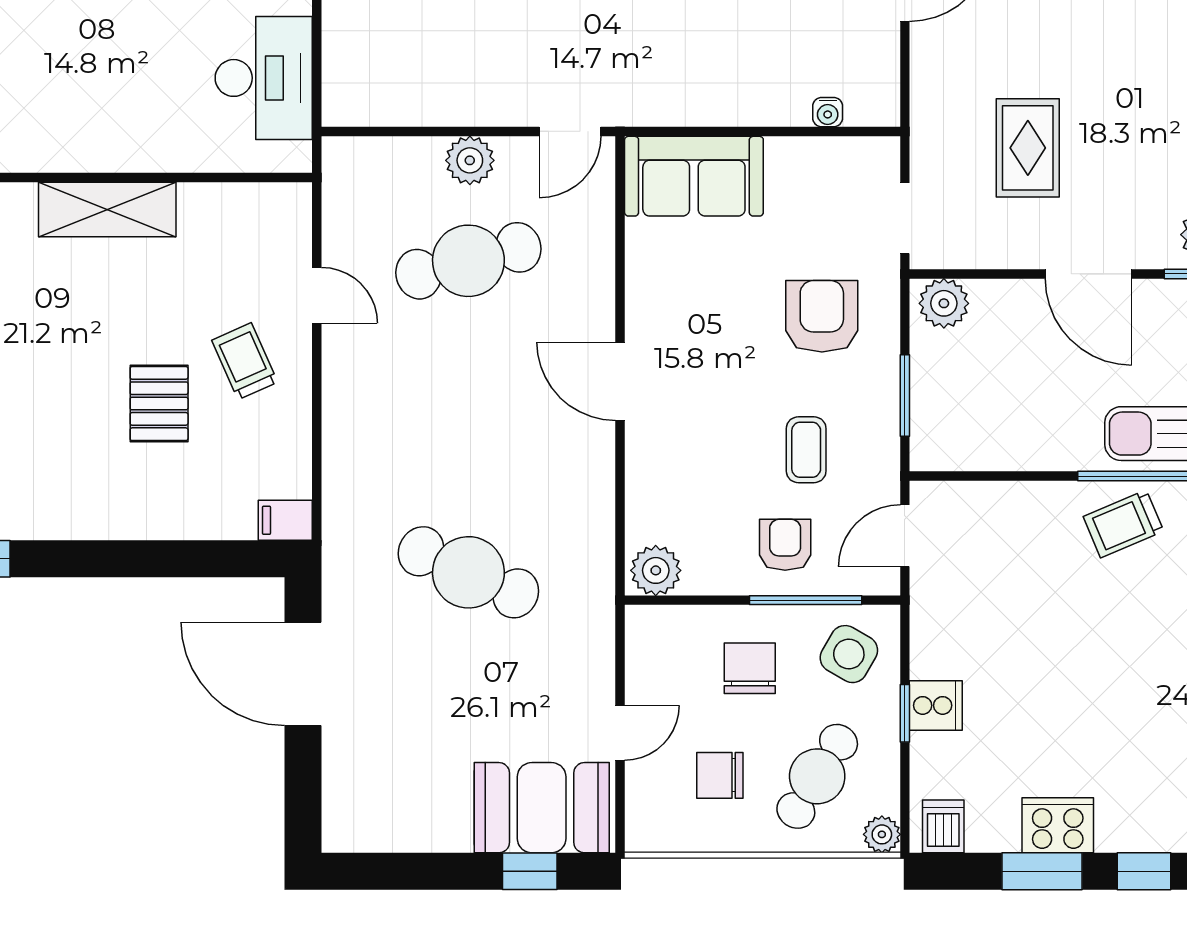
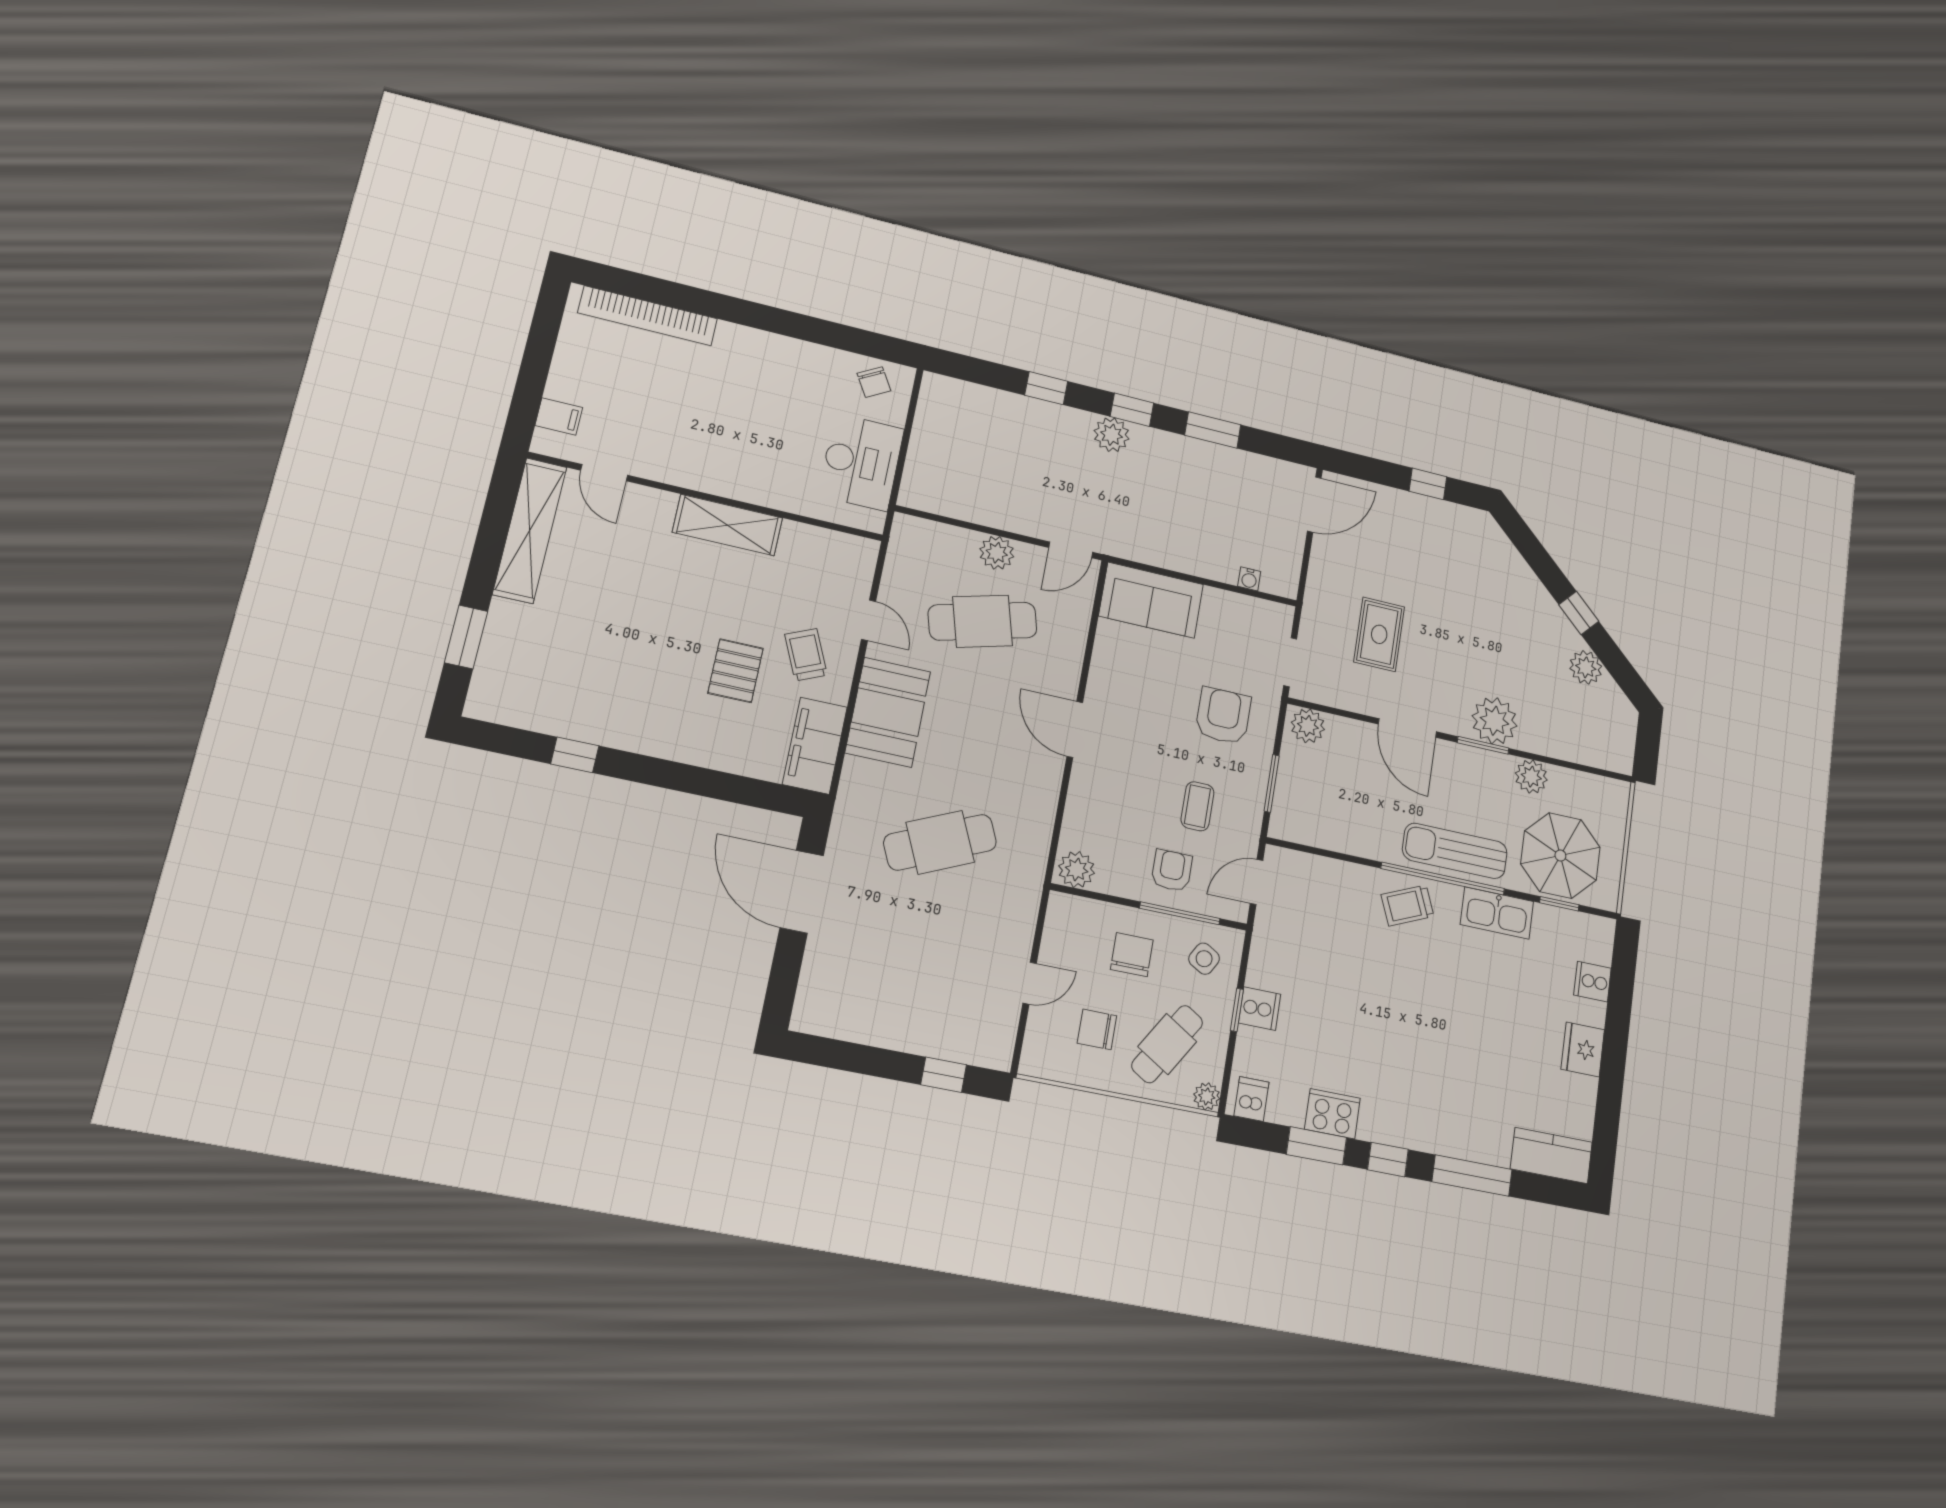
filing cabinet: (285, 520) -> (815, 746), width x3.00, depth x1.17
cafe table: (468, 572) -> (940, 842), turned -48
side table: (849, 654) -> (1204, 959), width x0.73, depth x0.73
booth: (542, 808) -> (888, 712), moved, turned 90

